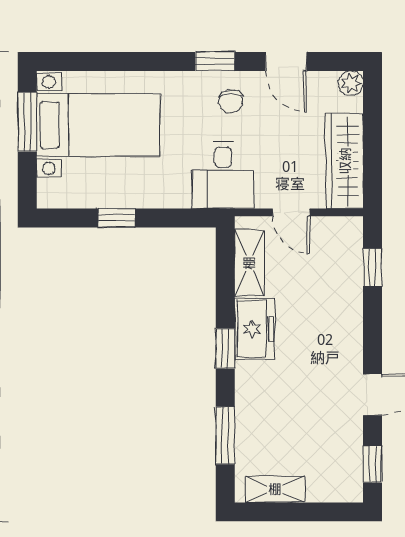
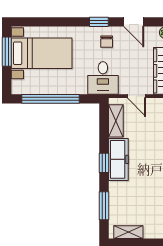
window: (117, 218) -> (51, 99), width x3.17
freezer: (255, 329) -> (118, 159), width x1.40

